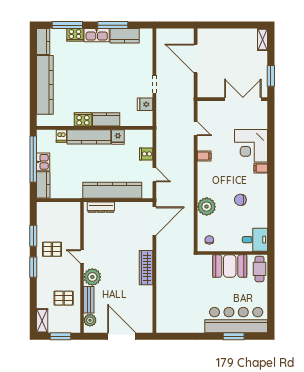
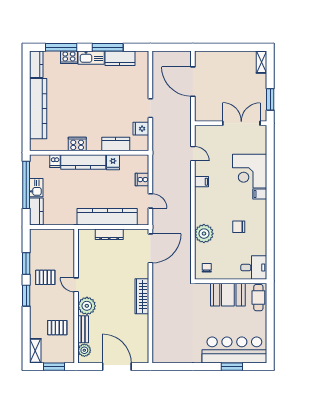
kitchen counter: (106, 119) -> (116, 144), moved
dresser: (101, 207) -> (109, 234), moved

